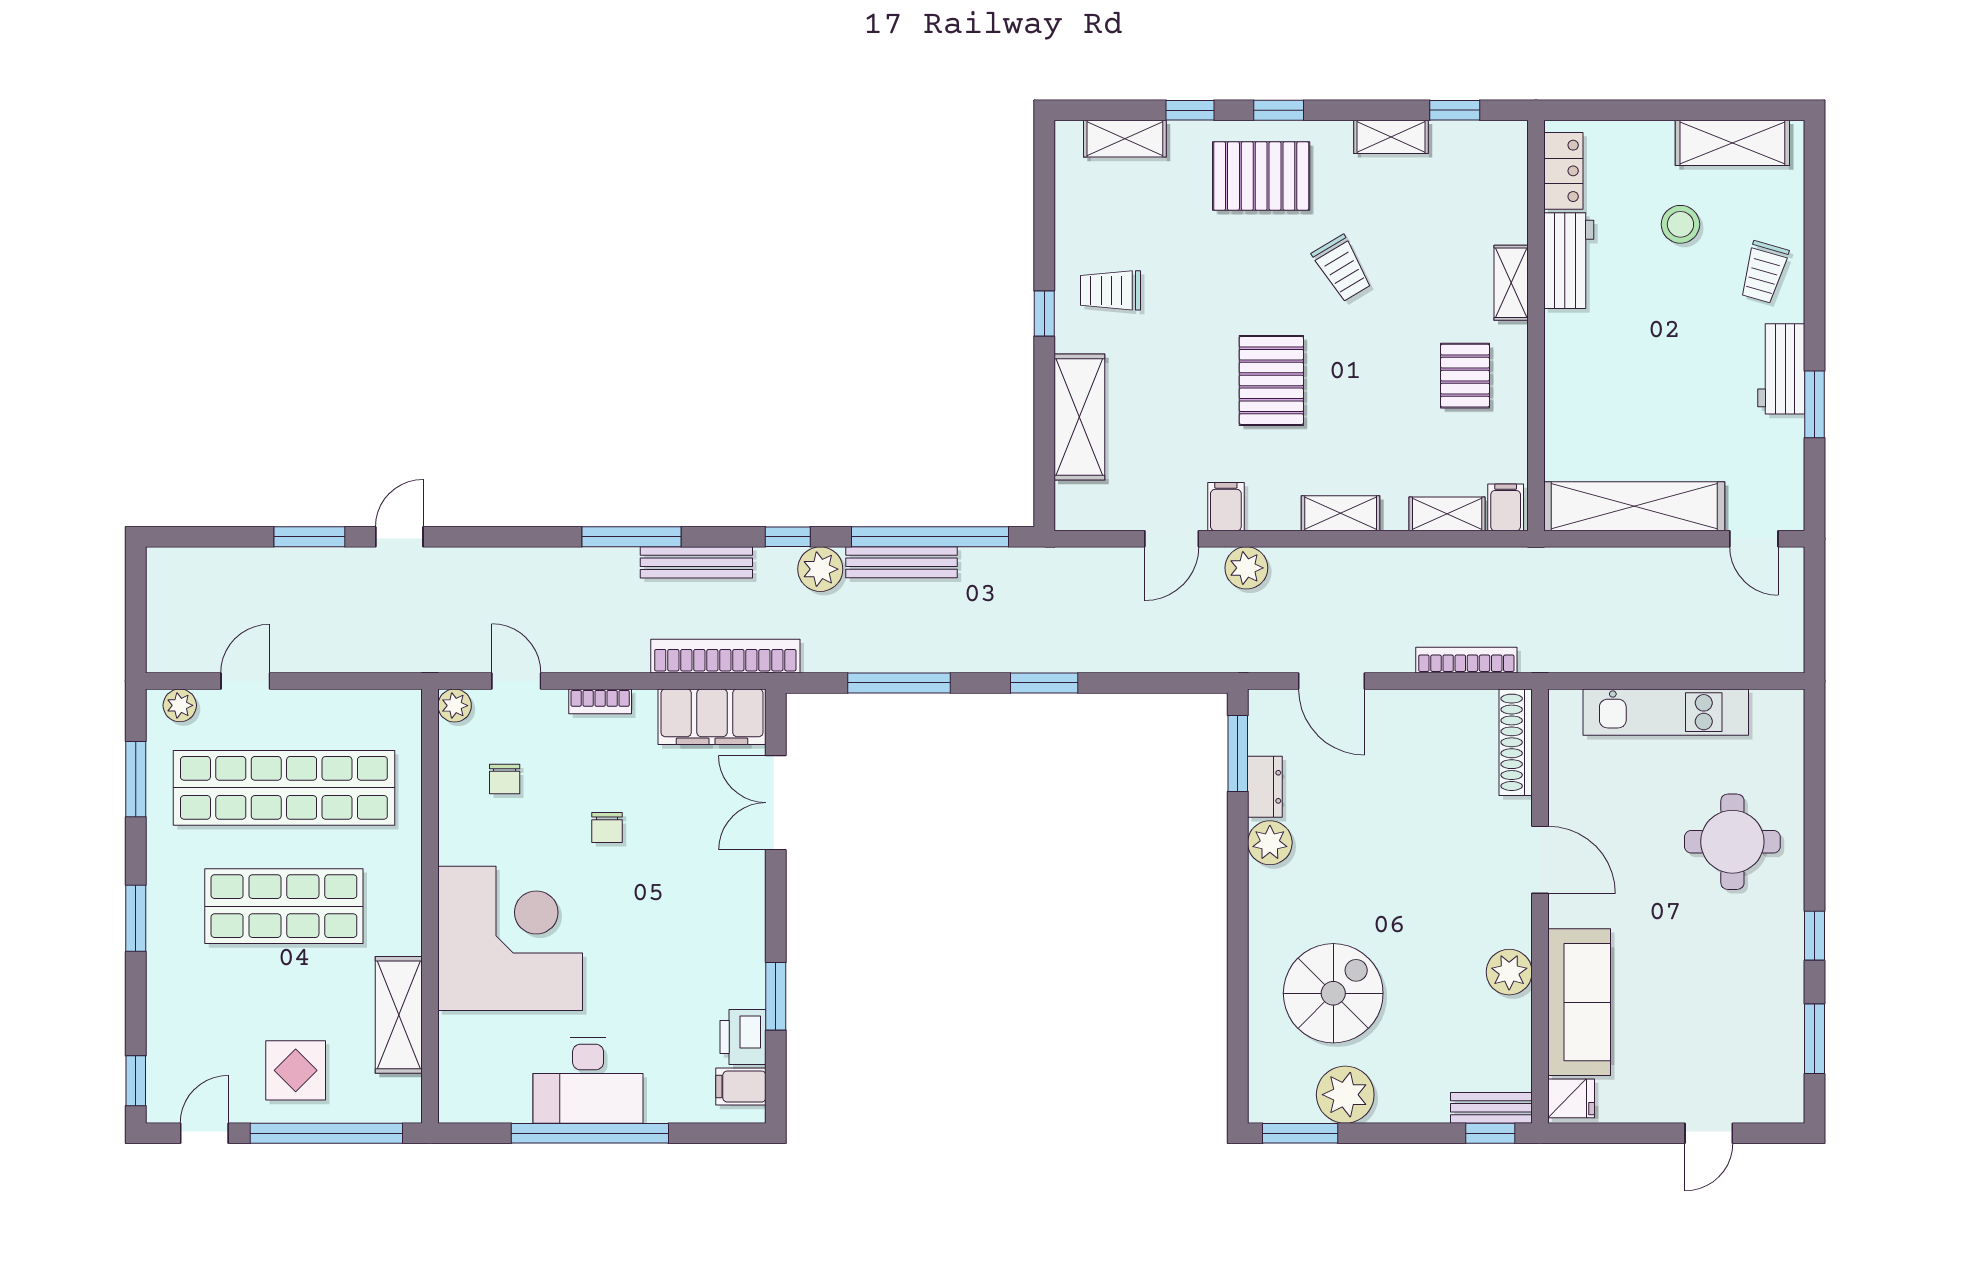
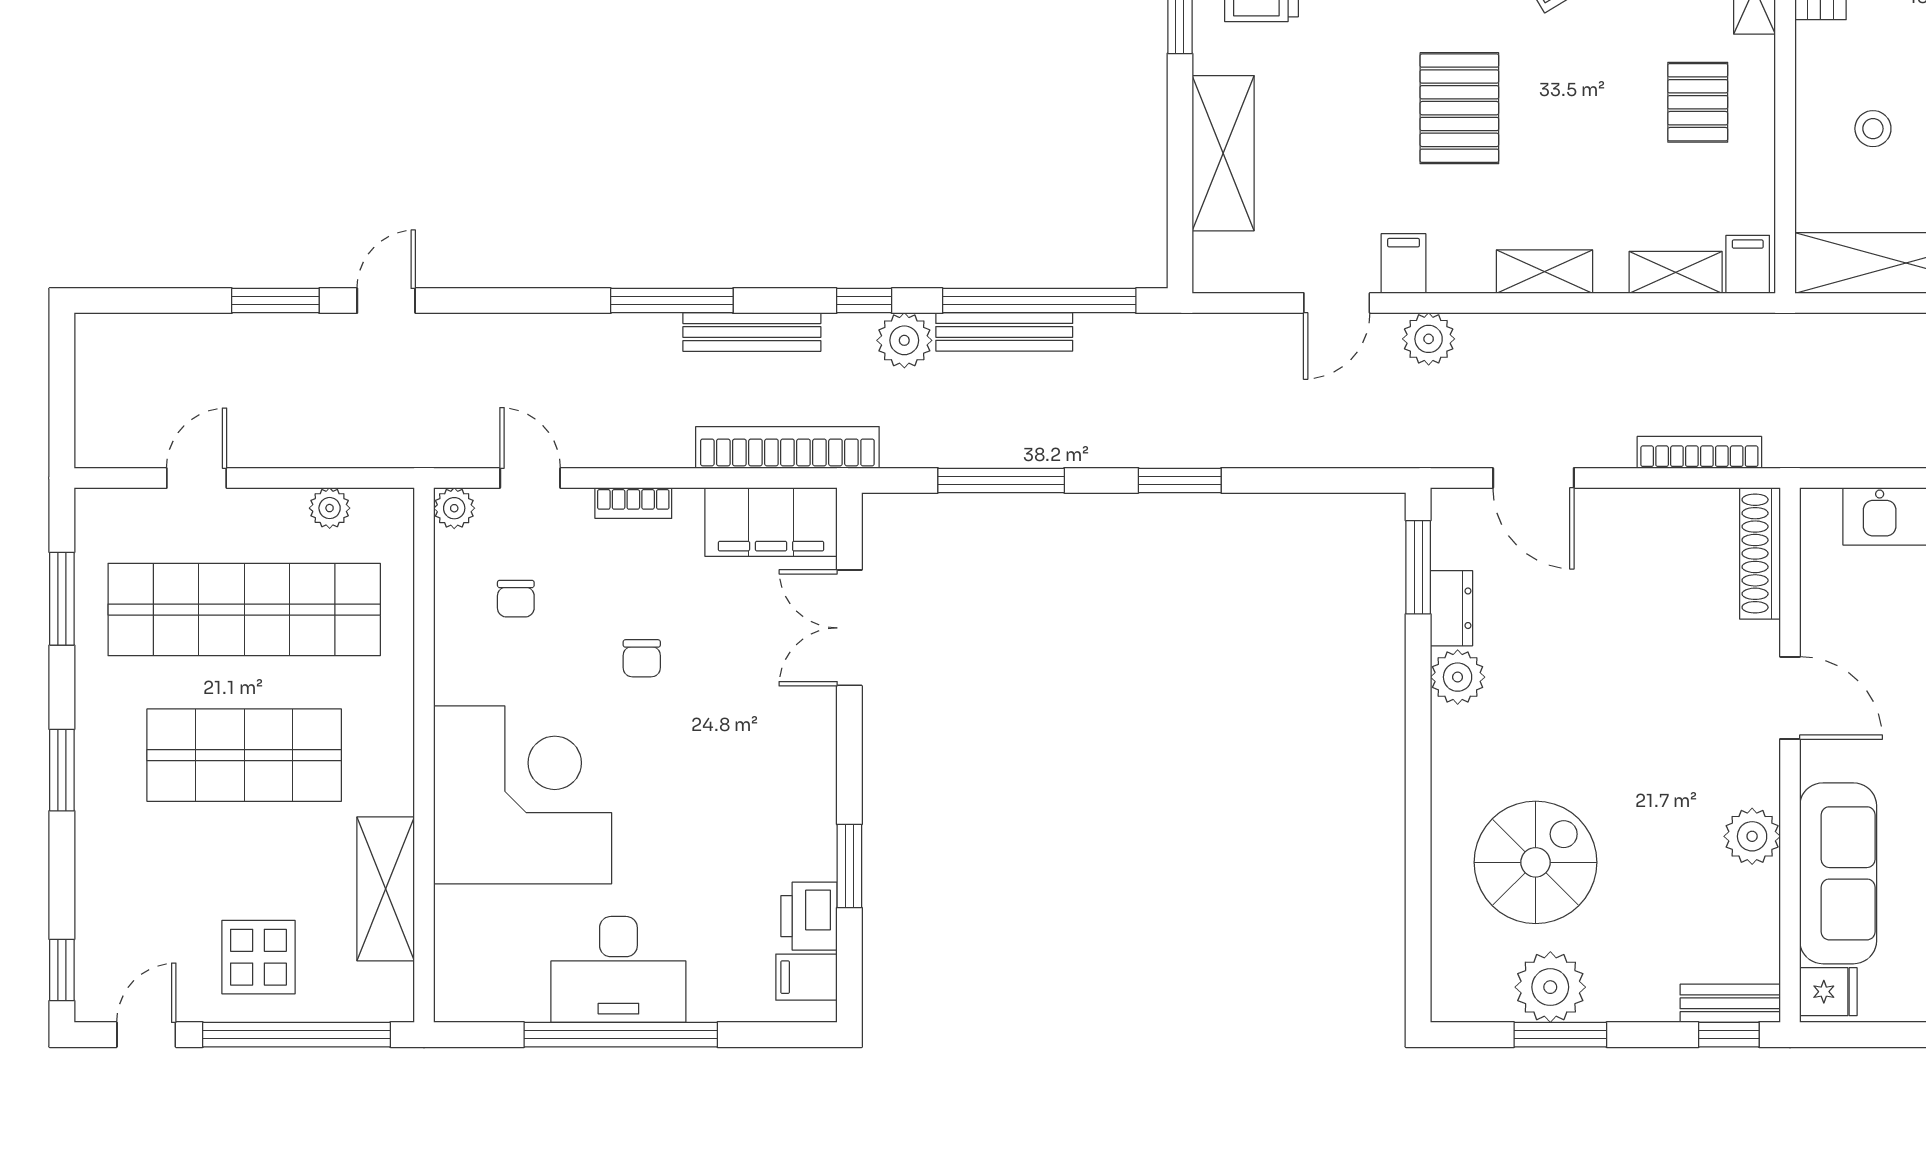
stool: (1607, 397) -> (1873, 129), added
plant: (180, 705) -> (330, 508), moved
window: (1300, 1133) -> (1560, 1035), moved

